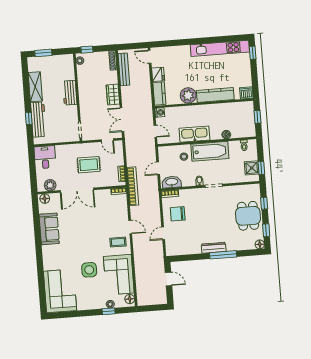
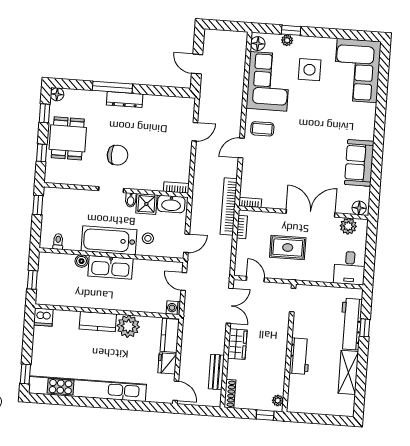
kitchen unit: (220, 48) -> (87, 389), width x1.36
window: (43, 53) -> (329, 420), removed
bench: (124, 69) -> (216, 372), width x0.73
kitchen counter: (215, 95) -> (98, 322), width x0.67
kitchen sink: (194, 134) -> (110, 267), moved
door: (158, 168) -> (187, 243), moved
shower: (252, 168) -> (146, 204), moved
chair: (178, 214) -> (117, 155), moved
door: (130, 227) -> (241, 148), hinge flipped
side table: (89, 270) -> (310, 70), moved

